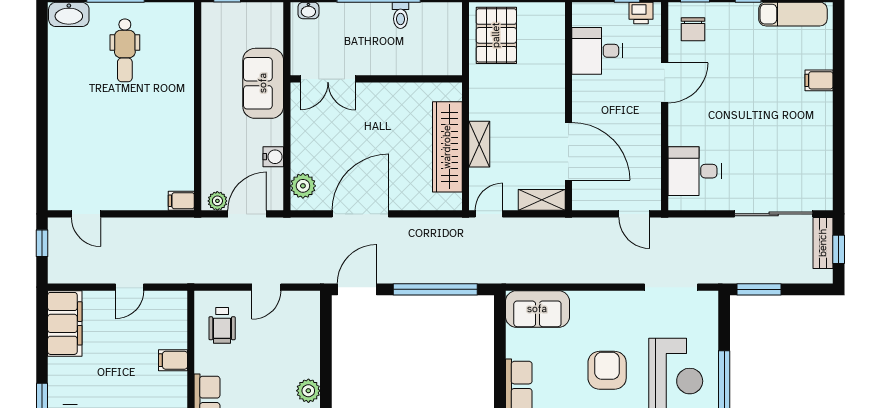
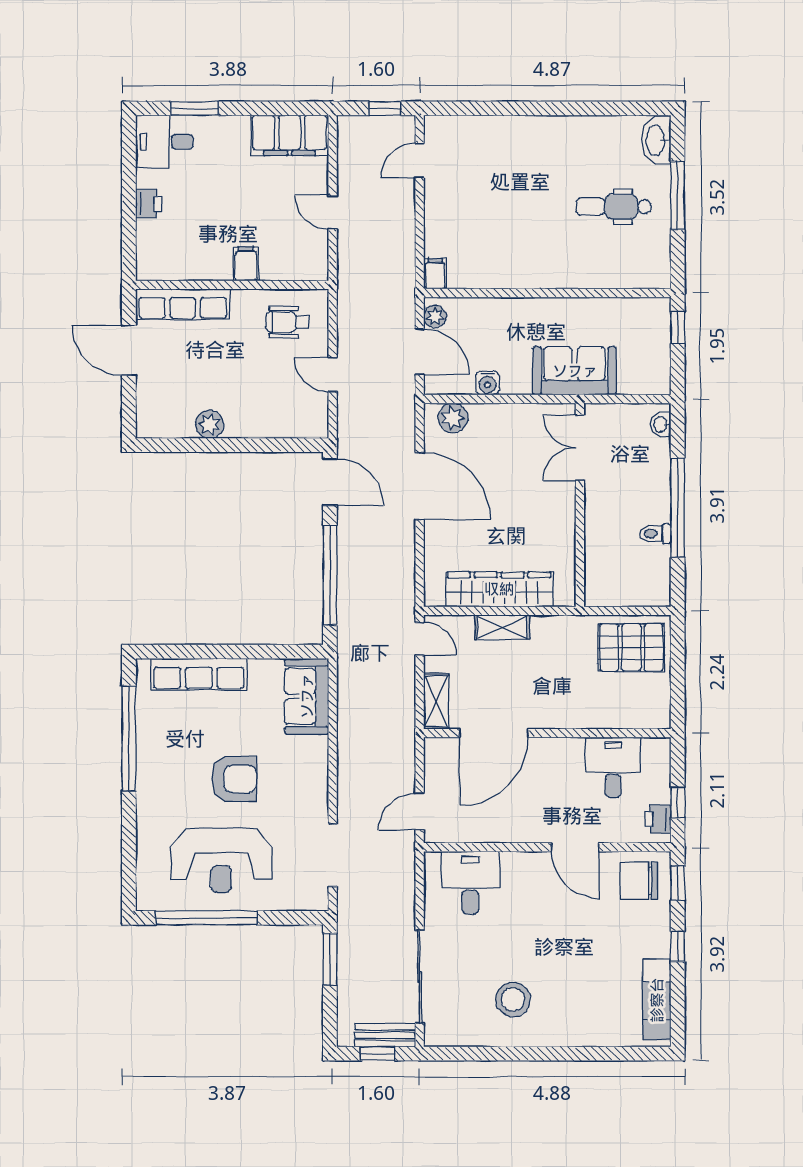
chair: (693, 29) -> (639, 881), width x1.37, depth x1.37
filing cabinet: (819, 80) -> (578, 1030), removed
stool: (793, 135) -> (513, 1000), added

